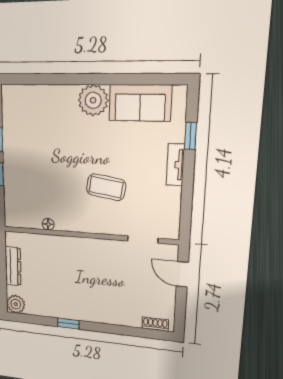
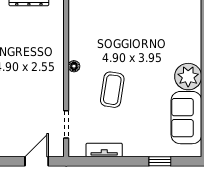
tv unit: (175, 165) -> (104, 150), moved
floor lamp: (48, 224) -> (74, 66), moved

